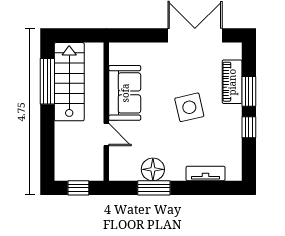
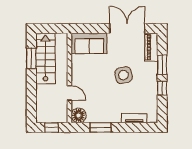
window: (47, 81) -> (31, 58), width x0.69
piano: (232, 82) -> (151, 47), moved
sofa: (125, 93) -> (89, 43), moved, turned 90
floor lamp: (153, 169) -> (79, 115), moved

